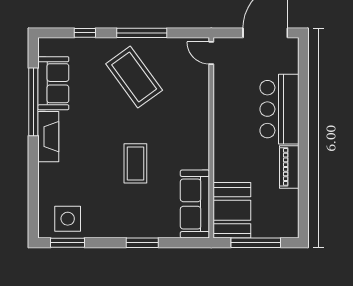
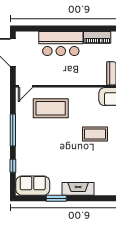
coffee table: (134, 77) -> (51, 108), moved, turned 36
sofa: (53, 83) -> (33, 186), moved
window: (33, 102) -> (56, 198), width x0.47

